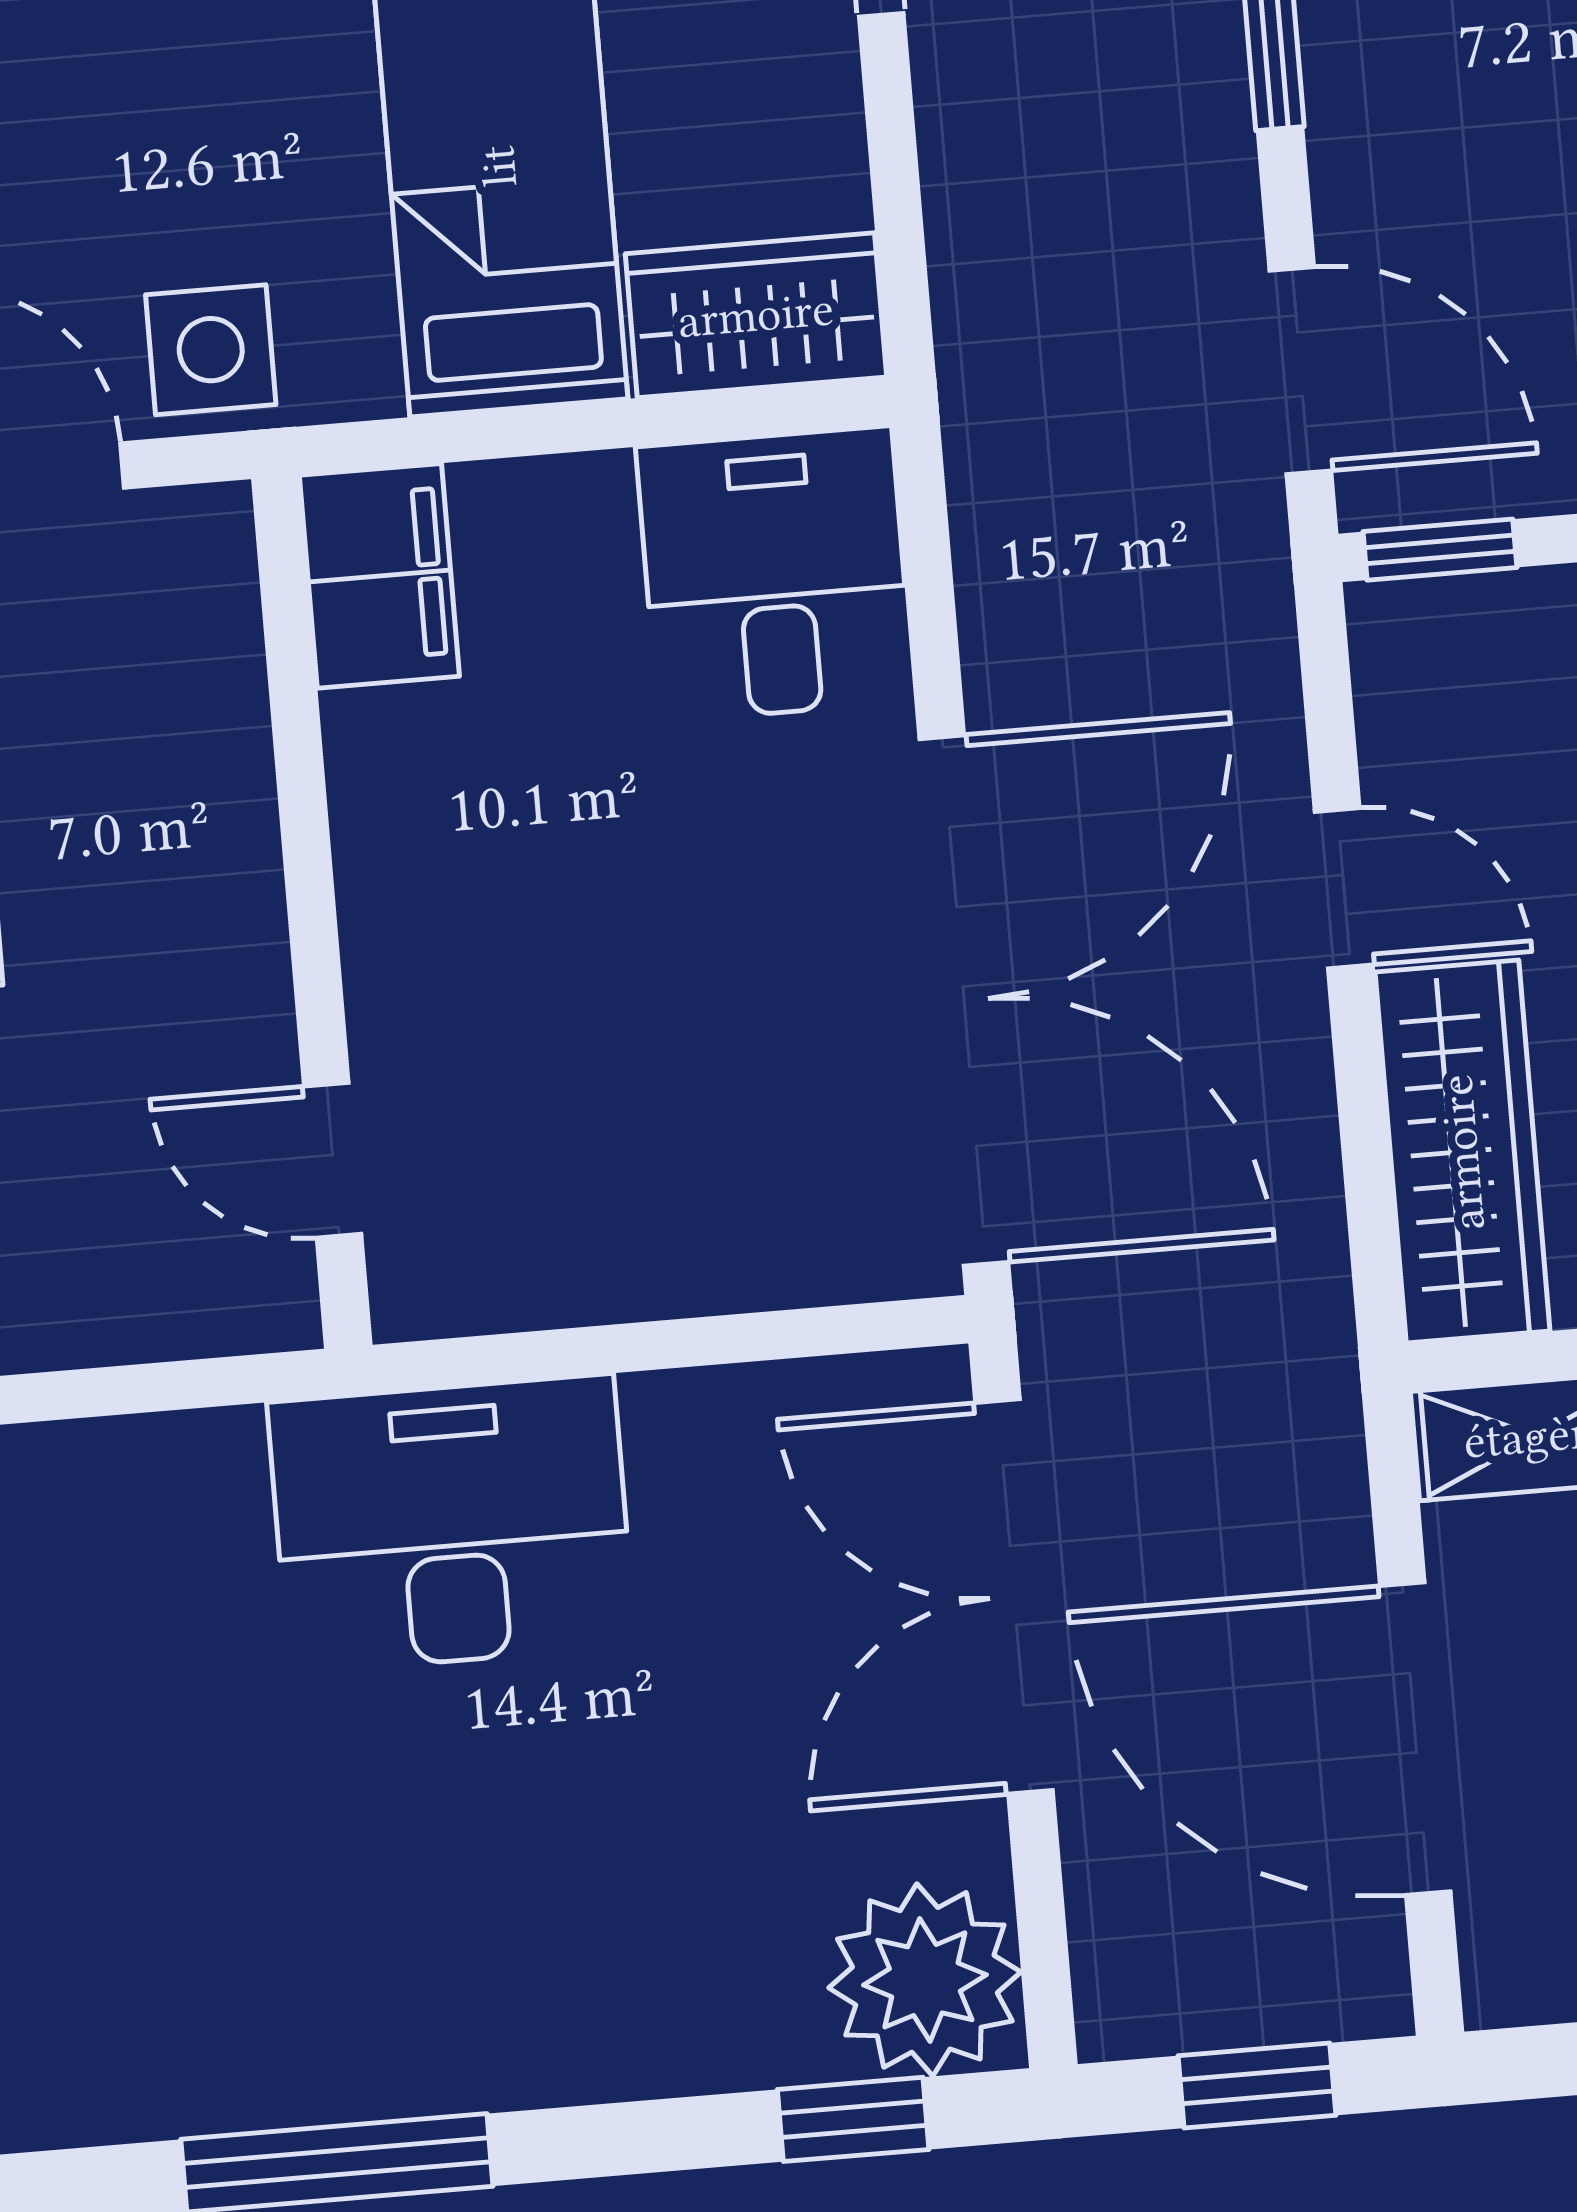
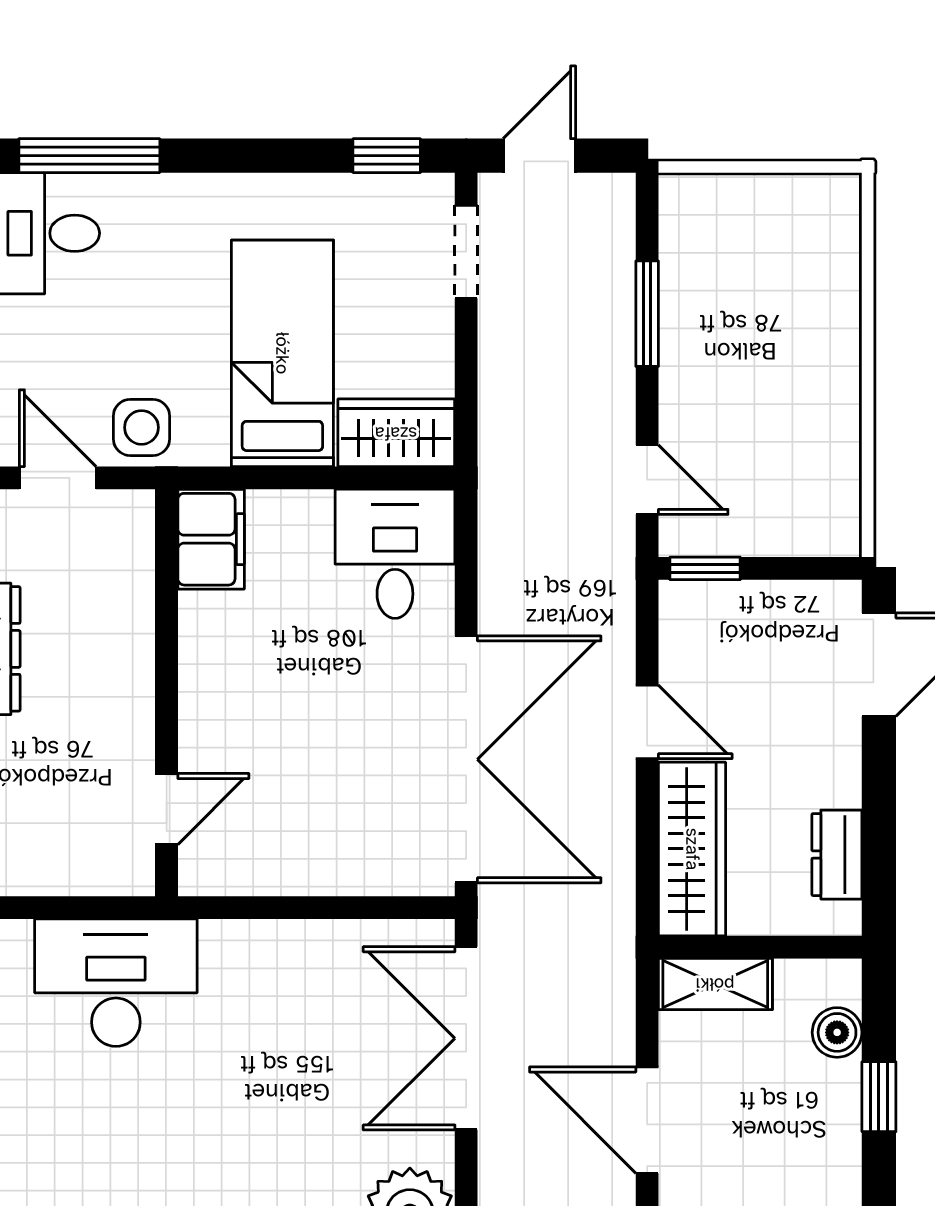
door: (1300, 371) -> (647, 480), width x0.73
door: (333, 1160) -> (167, 809), swing flipped
desk: (451, 1524) -> (116, 983), moved
door: (1415, 1739) -> (647, 1120), width x0.73

